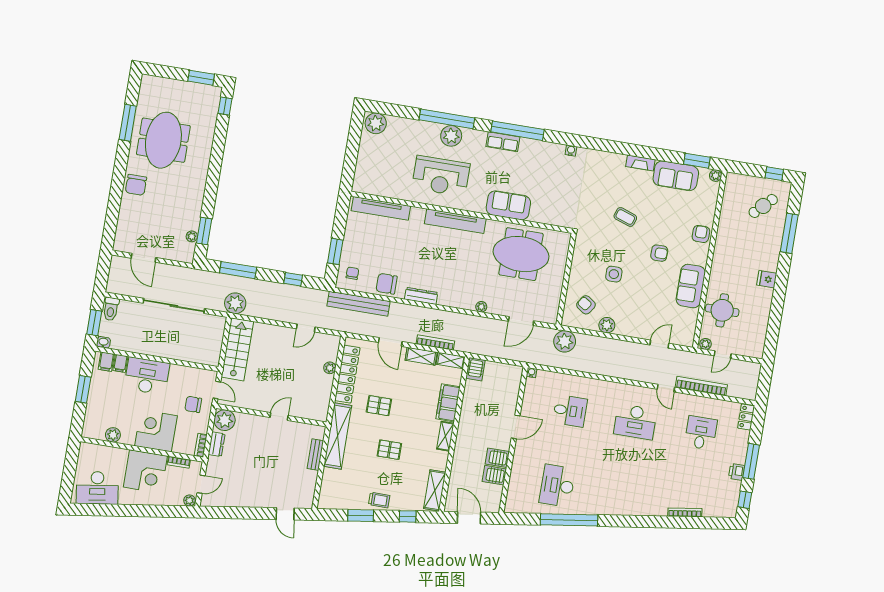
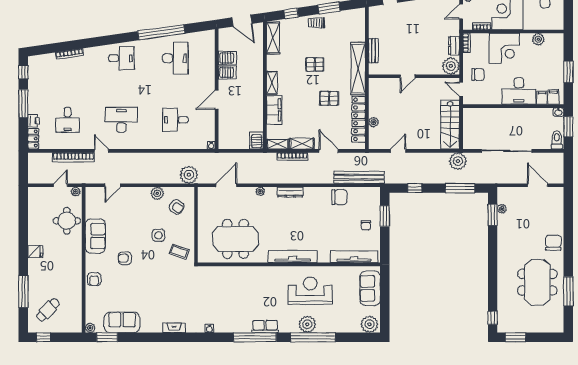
fireplace: (640, 163) -> (174, 328), moved
sofa: (508, 205) -> (370, 288), moved, turned 90
coffee table: (625, 217) -> (179, 252), moved
chair: (352, 273) -> (366, 225), moved
dresser: (421, 296) -> (290, 192), moved
printer: (737, 472) -> (34, 121), moved
desk: (623, 497) -> (121, 58), added

